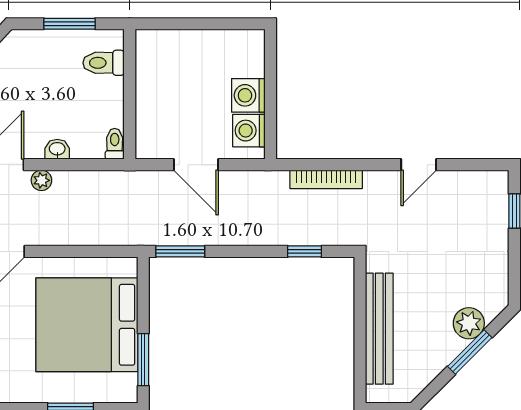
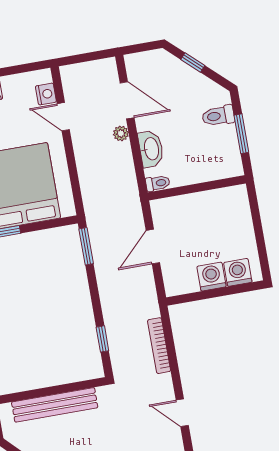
toilet: (104, 63) -> (218, 116), moved, turned -90
washing machine: (249, 131) -> (238, 272), moved
washbasin: (57, 149) -> (151, 149), width x1.91, depth x1.45

